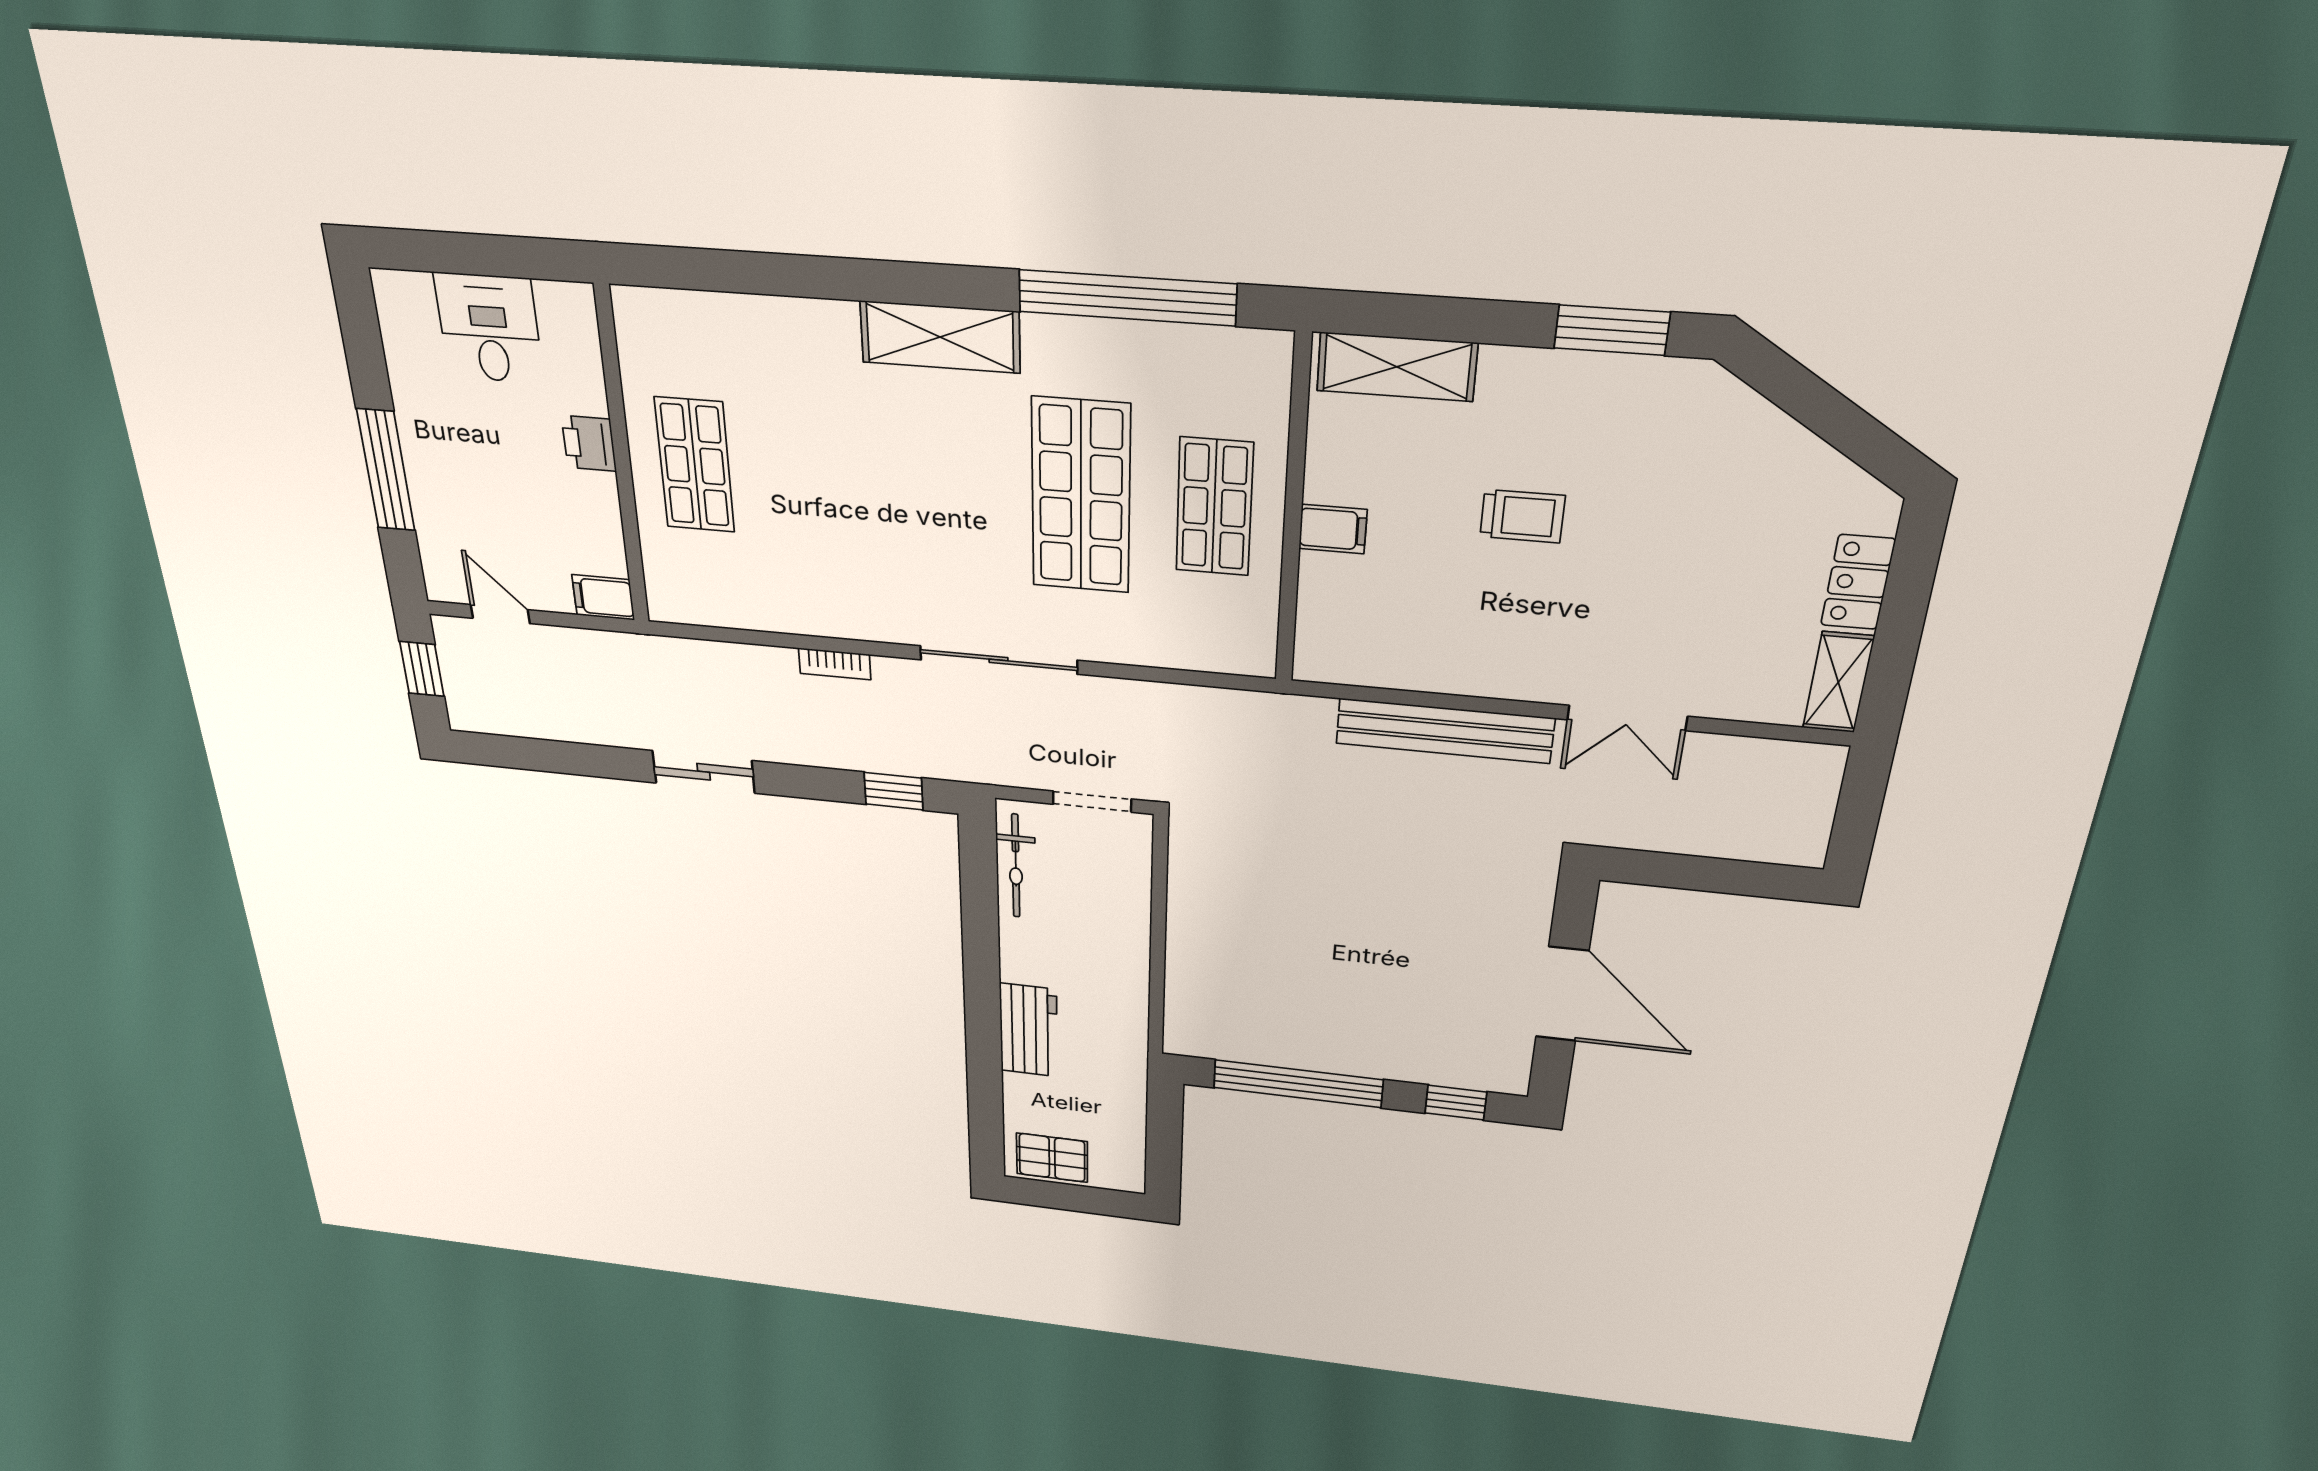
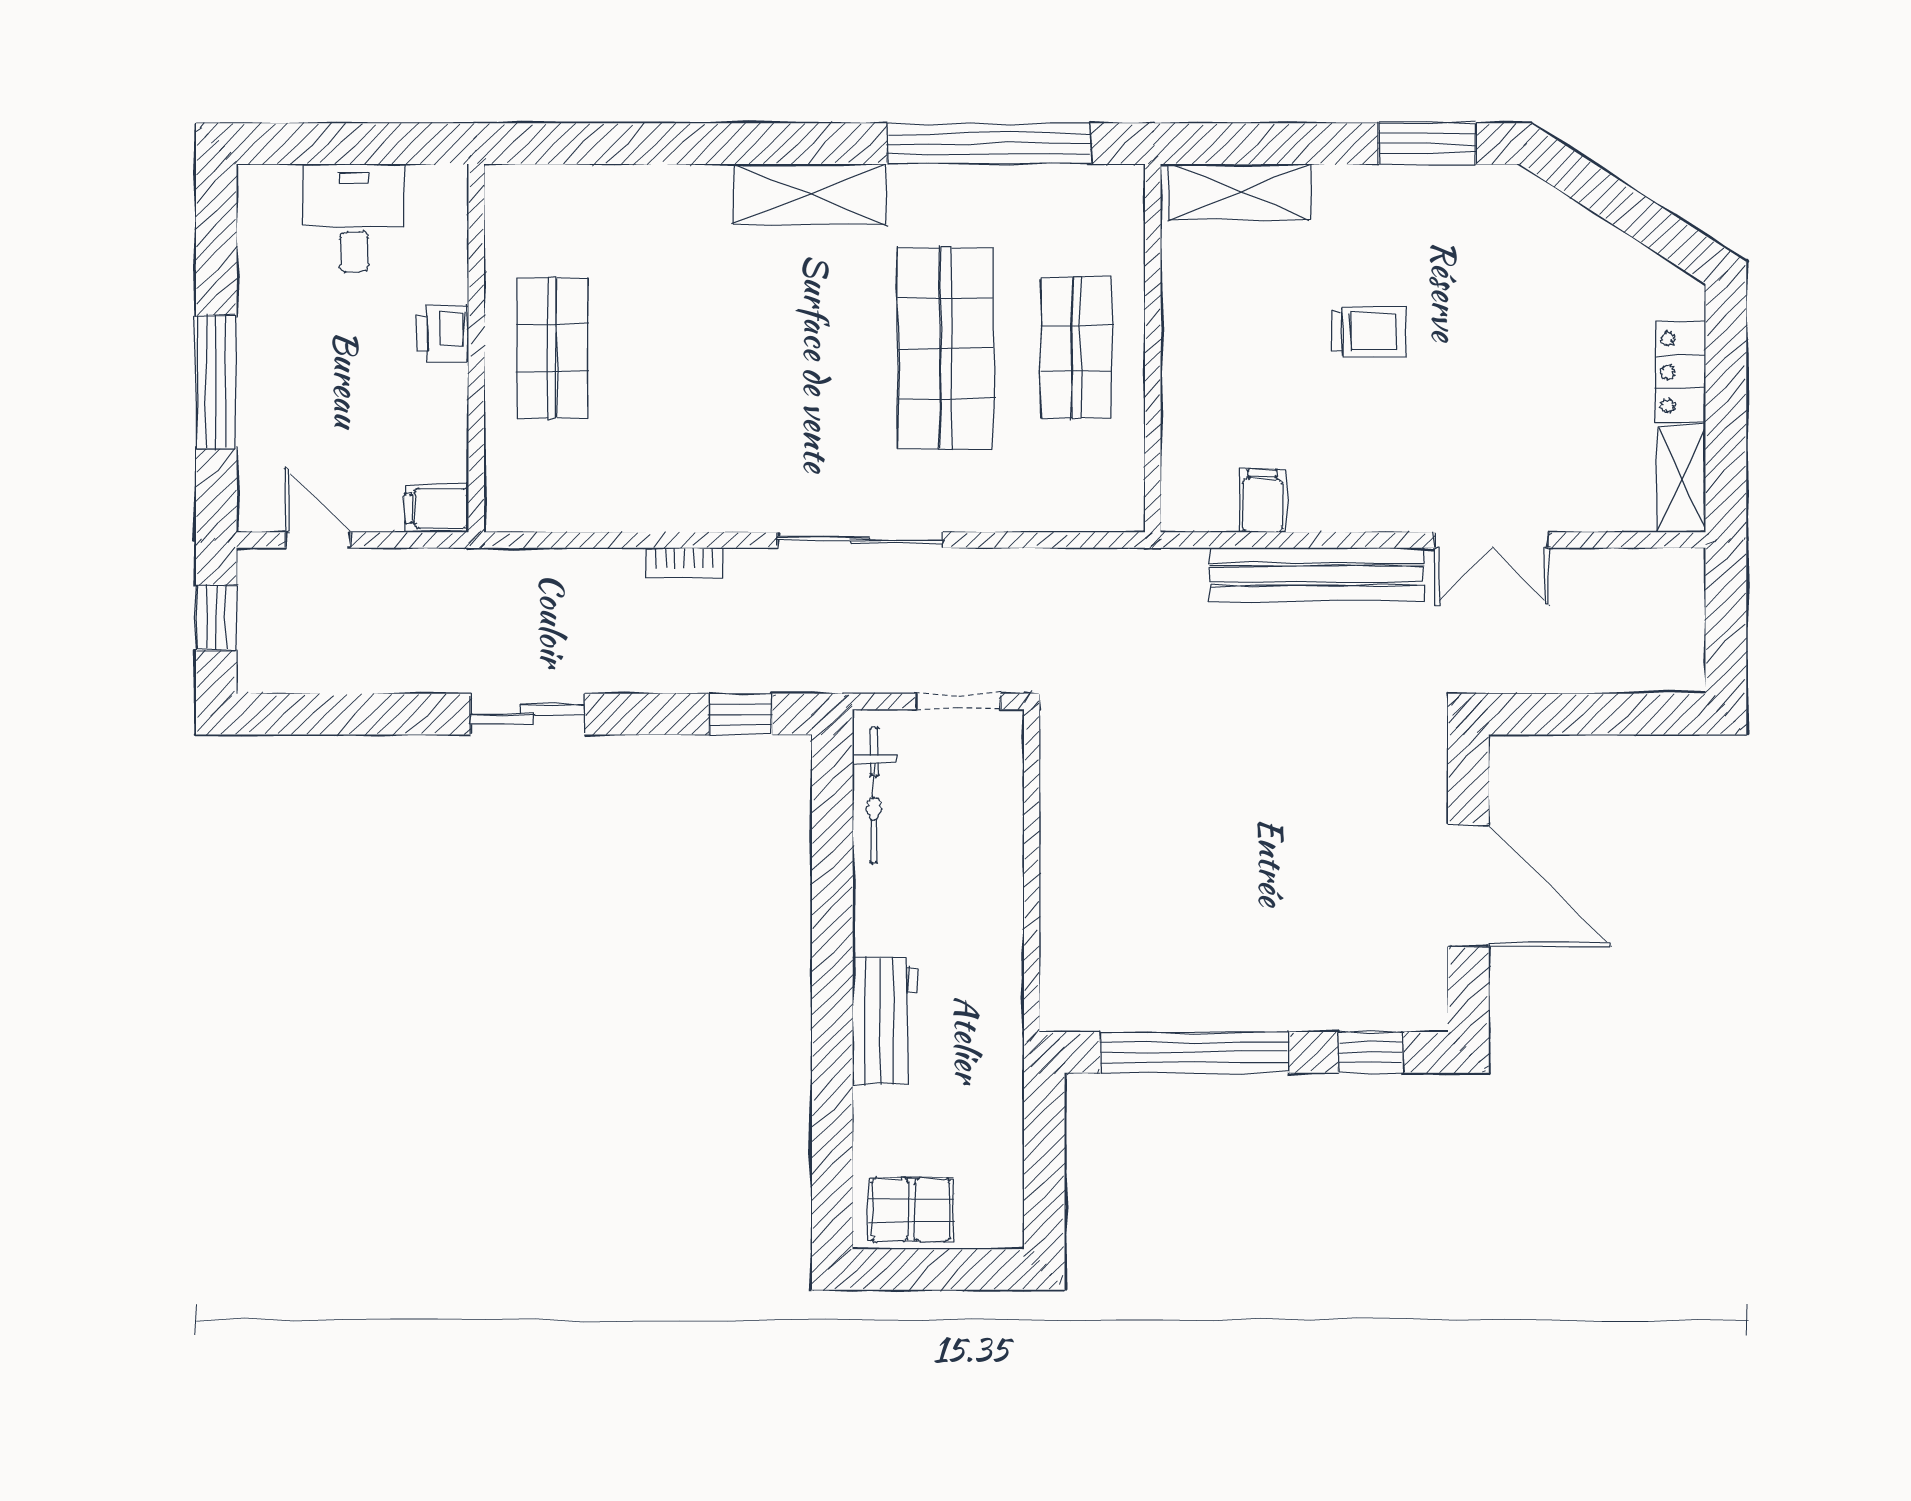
filing cabinet: (1333, 529) -> (1262, 501), moved, turned -90

